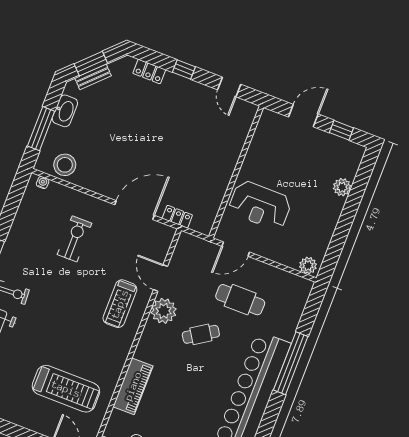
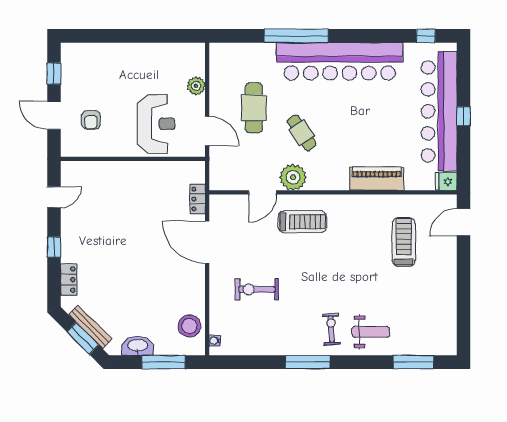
bench: (93, 77) -> (90, 327), width x1.36
armchair: (286, 148) -> (91, 120), added
plant: (342, 187) -> (108, 52), removed
plant: (308, 266) -> (196, 86), moved
treadmill: (66, 389) -> (404, 242), width x0.73, depth x0.73

